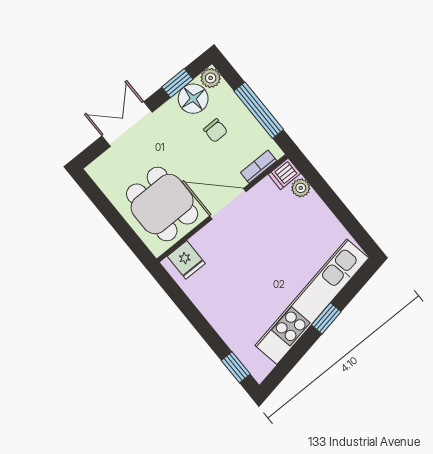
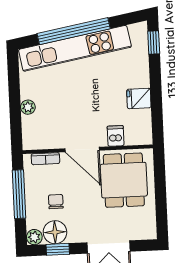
dishwasher: (284, 174) -> (116, 136), moved, turned -90
plant: (301, 188) -> (28, 107), moved
fridge: (186, 260) -> (139, 99), moved, turned -90
window: (326, 318) -> (74, 31), width x3.17

